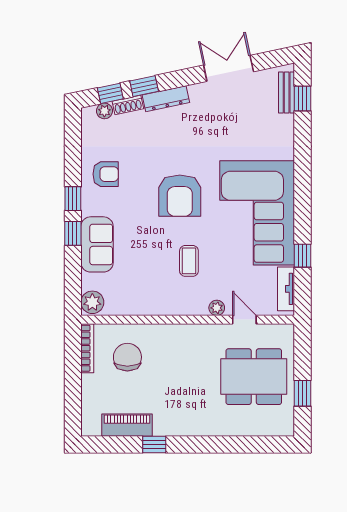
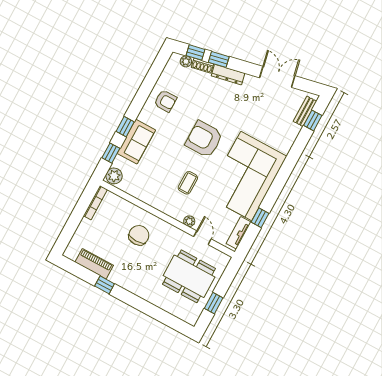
armchair: (180, 196) -> (204, 139), turned 90
window: (73, 199) -> (111, 153), moved
chair: (127, 357) -> (139, 235), moved

